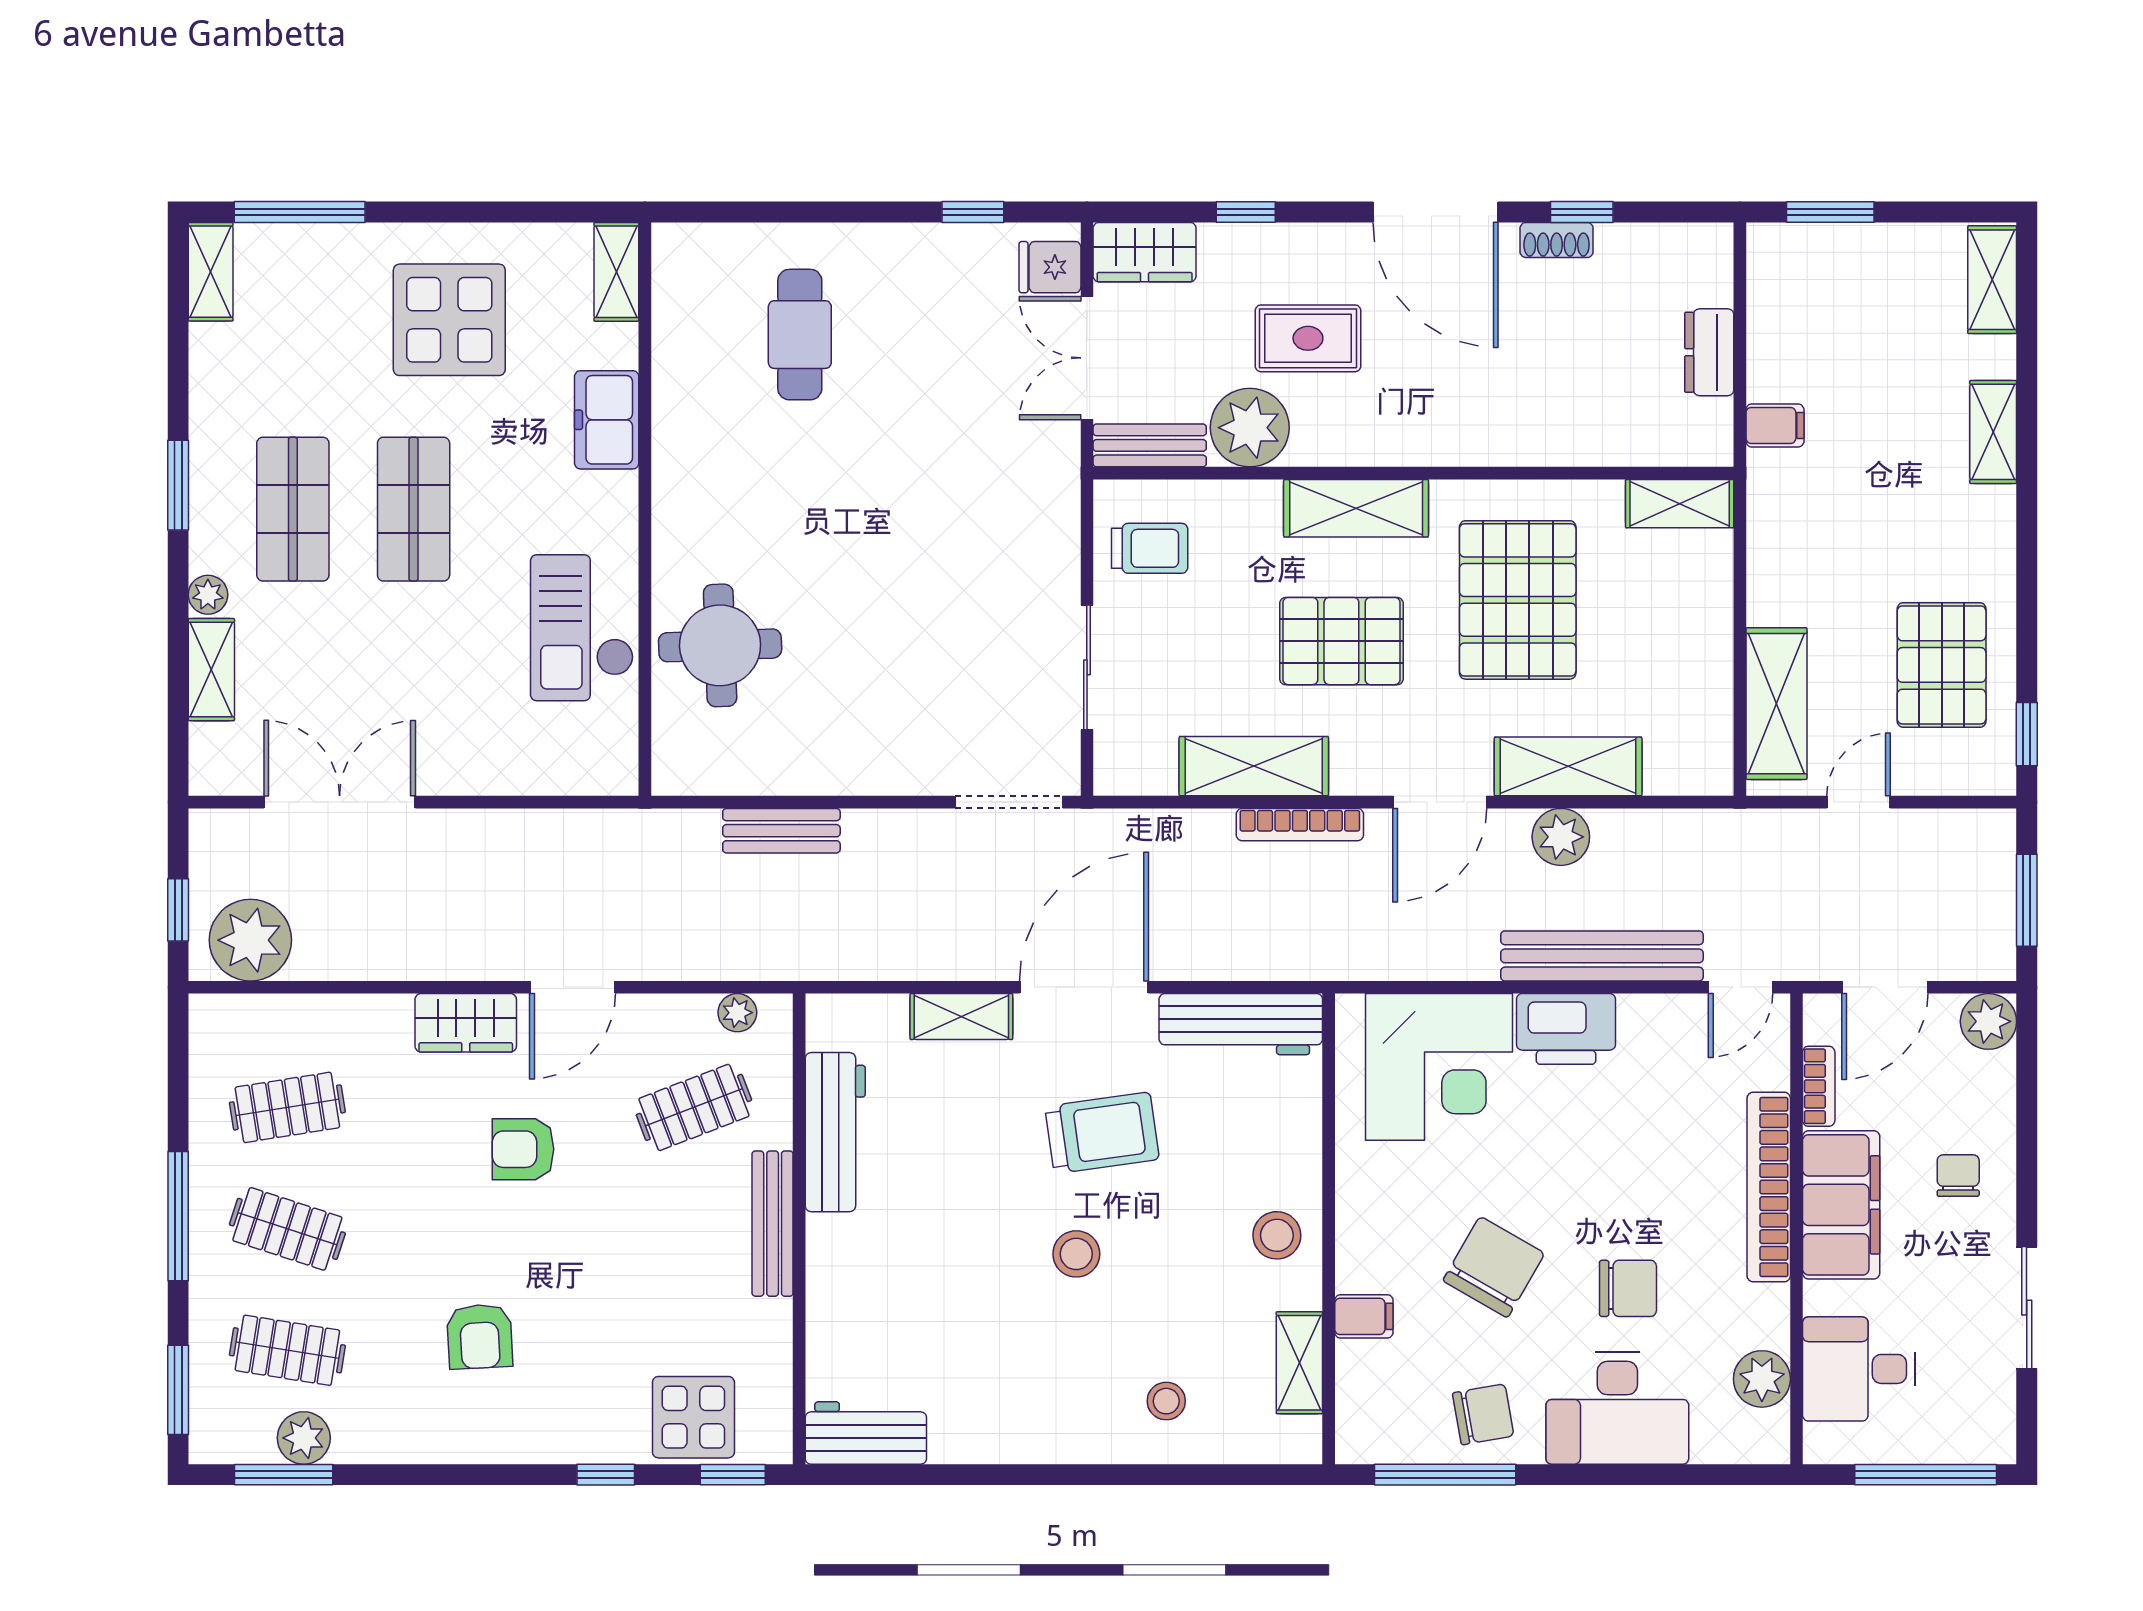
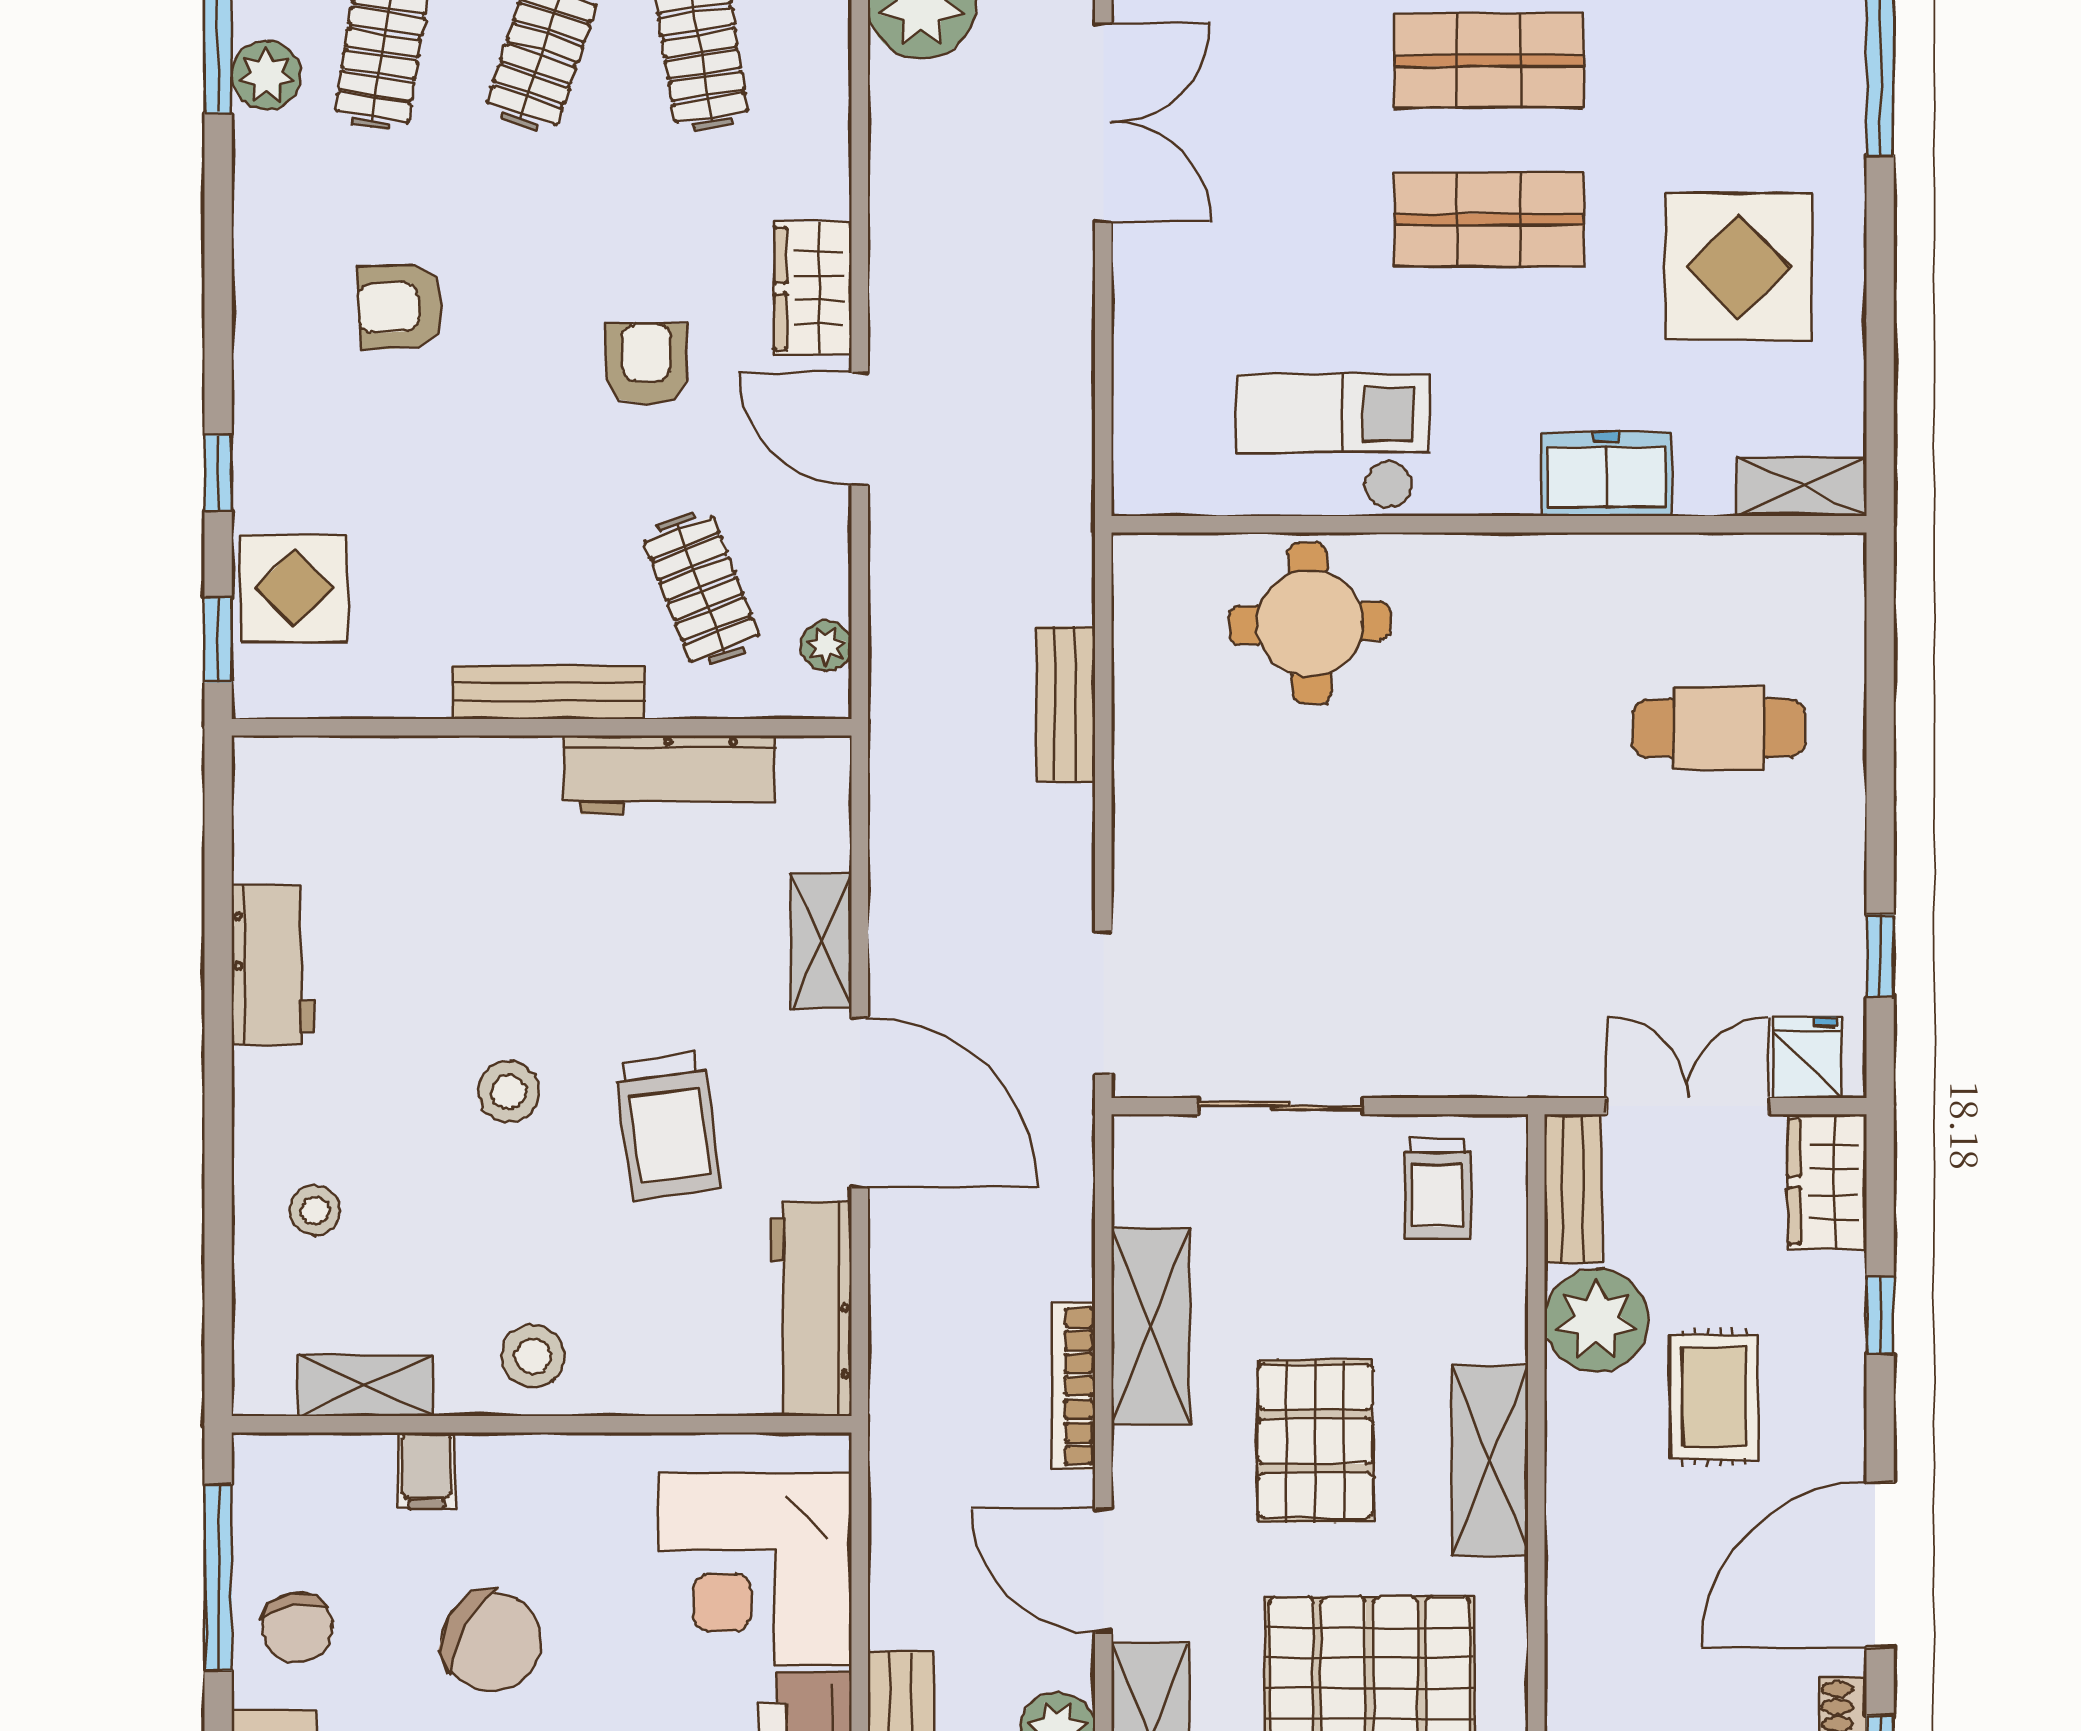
workbench: (866, 1433) -> (273, 965), moved

